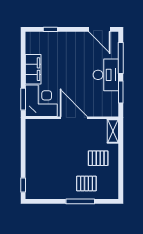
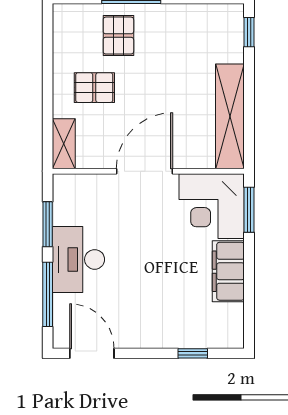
door: (74, 118) -> (145, 171), swing flipped
shelving: (32, 144) -> (230, 116), added
pallet: (86, 183) -> (118, 36), turned 90

